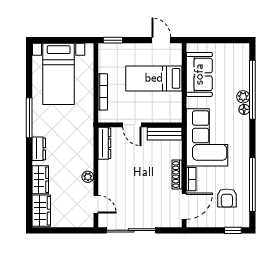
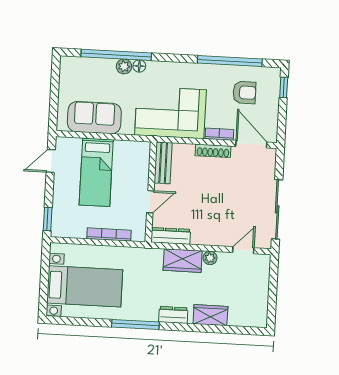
wardrobe: (41, 211) -> (183, 261), moved, turned 180

